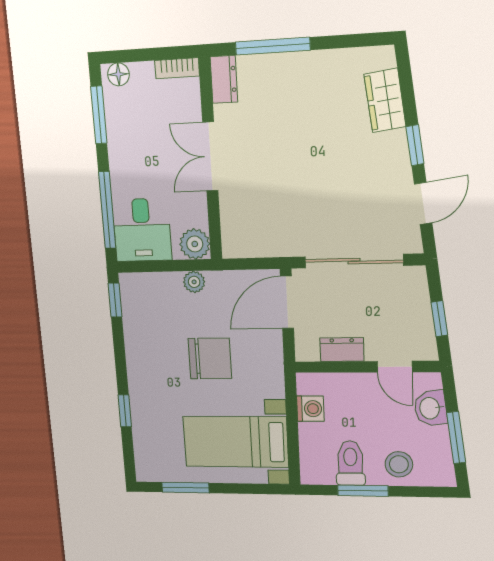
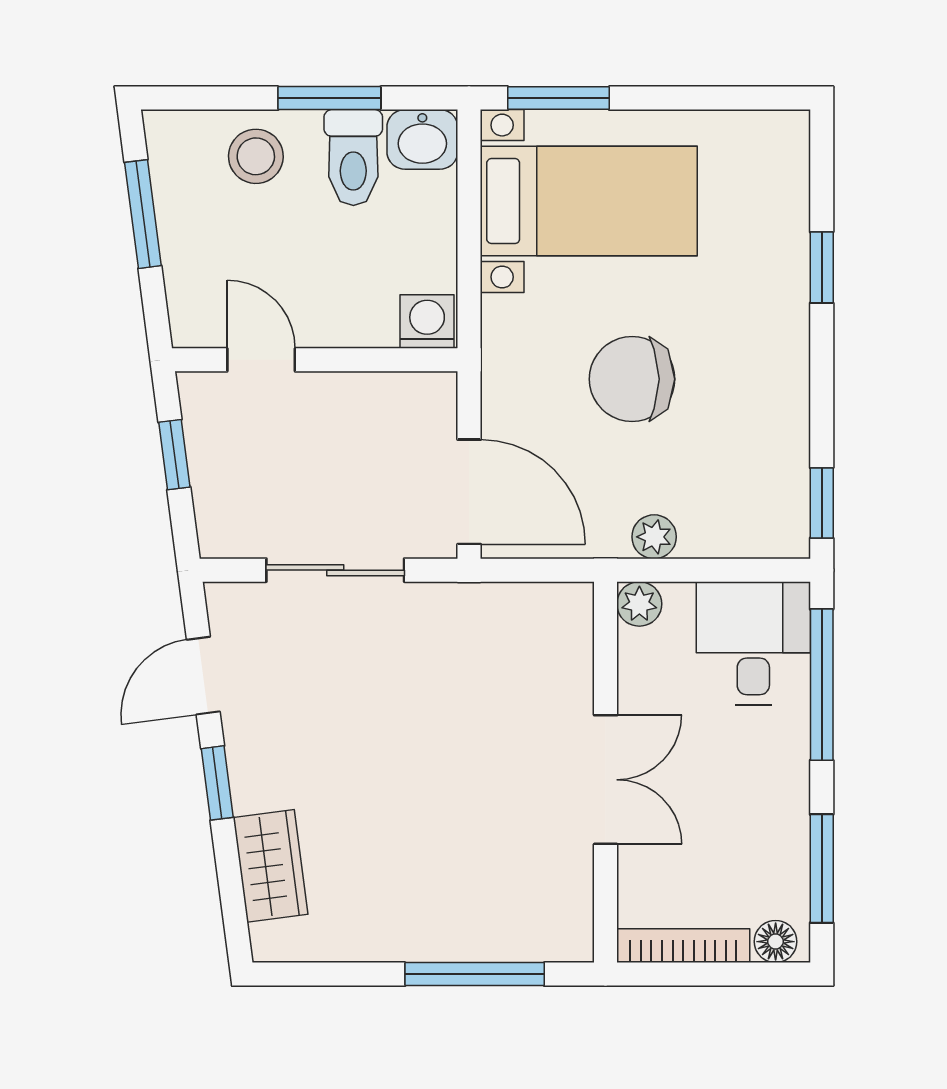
bookcase: (177, 68) -> (683, 946), width x1.56
dresser: (224, 79) -> (570, 920), removed
plant: (195, 244) -> (639, 604), width x0.73, depth x0.73
sliding door: (354, 261) -> (335, 570), width x0.73
door: (287, 302) -> (469, 492), hinge flipped
dresser: (342, 350) -> (364, 395), removed
washbasin: (430, 408) -> (422, 139), moved, turned 97
washing machine: (310, 409) -> (427, 322), moved, turned 90
window: (185, 488) -> (558, 98), moved

